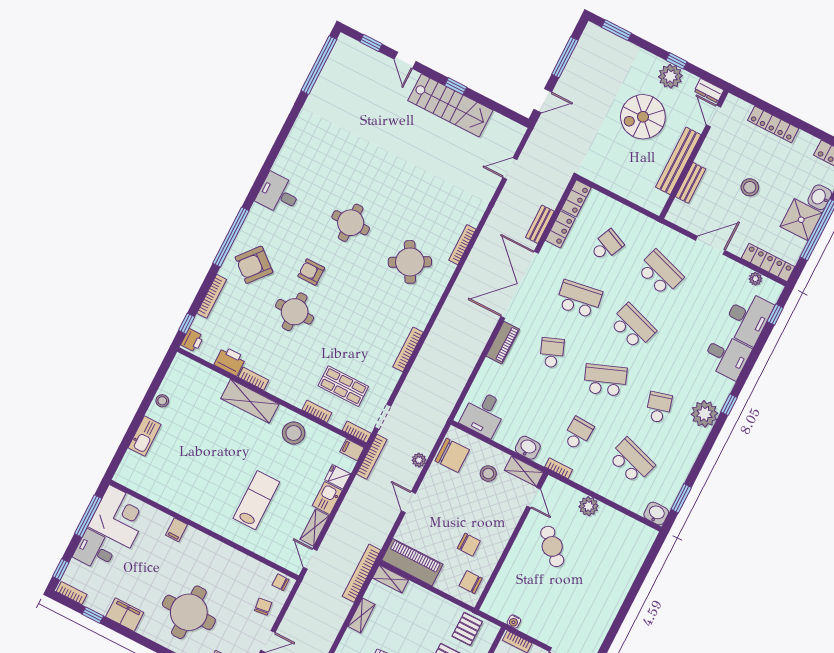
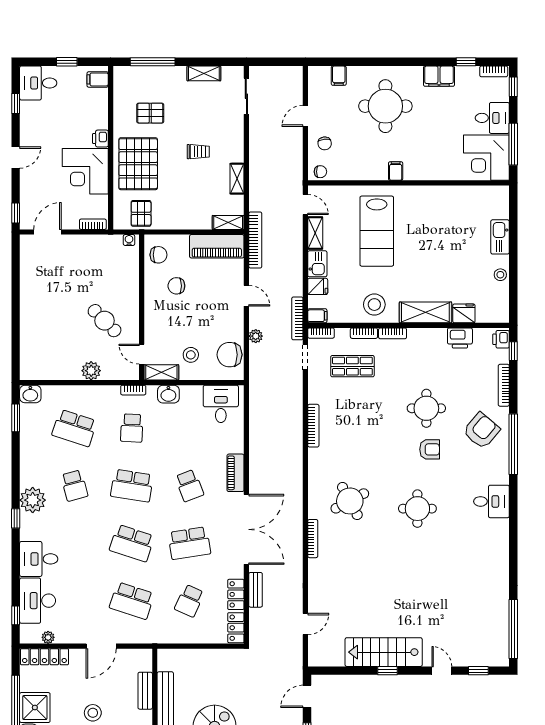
bookcase: (253, 379) -> (393, 333), moved
school desk: (605, 380) -> (132, 486), turned 30
fridge: (215, 382) -> (464, 313), added
lab bench: (256, 500) -> (377, 231), width x1.36, depth x1.39
filing cabinet: (176, 530) -> (396, 171), moved
bookcase: (362, 573) -> (255, 240), moved
water cooler: (514, 621) -> (129, 240), moved

